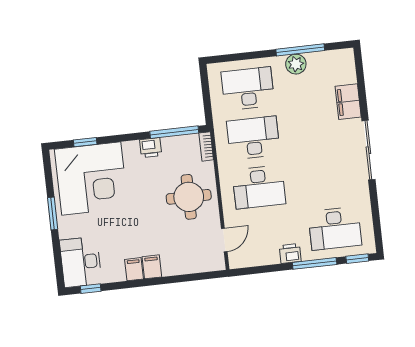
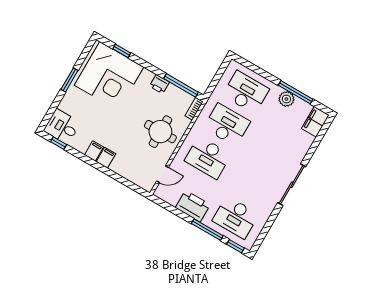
filing cabinet: (348, 102) -> (315, 122), moved
printer: (290, 253) -> (193, 206), width x1.87, depth x1.48
desk: (81, 262) -> (62, 127), width x0.73

